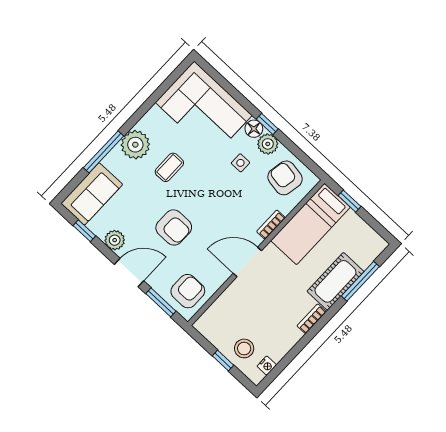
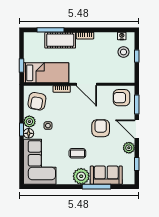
sofa: (92, 194) -> (106, 175), moved

